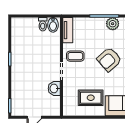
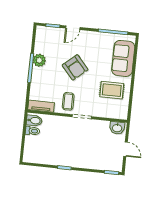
washbasin: (54, 88) -> (117, 128), moved
rug: (91, 98) -> (112, 90), turned 90

